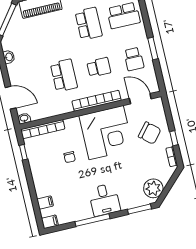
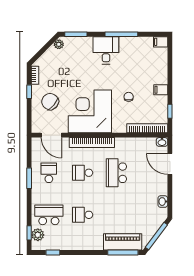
school desk: (89, 24) -> (83, 215), width x0.54
plant: (153, 188) -> (59, 44), width x0.53, depth x0.53
filing cabinet: (45, 202) -> (161, 90), moved

